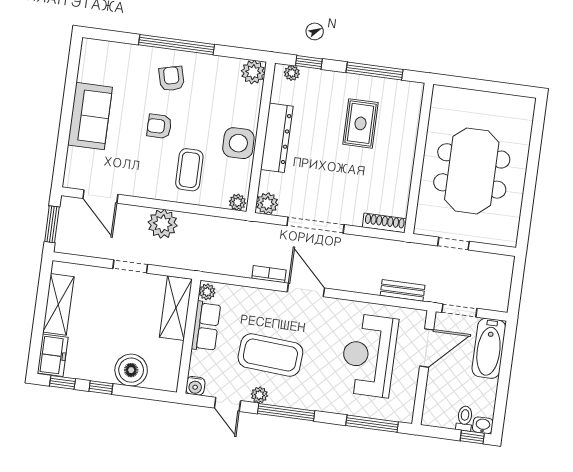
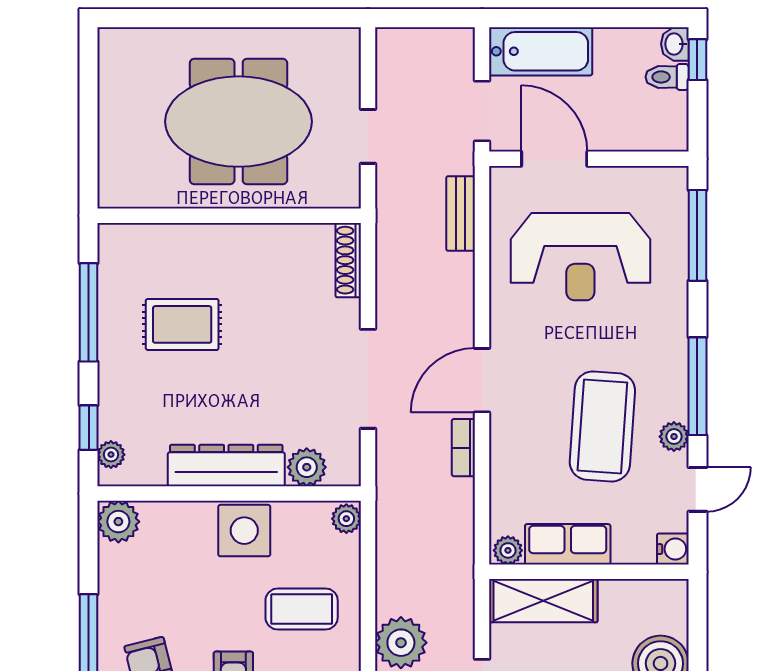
plant: (267, 203) -> (307, 467), moved

